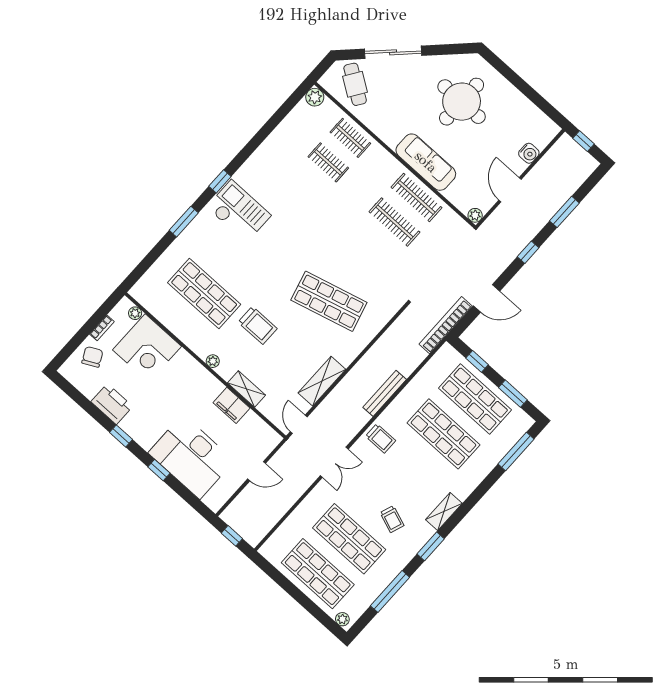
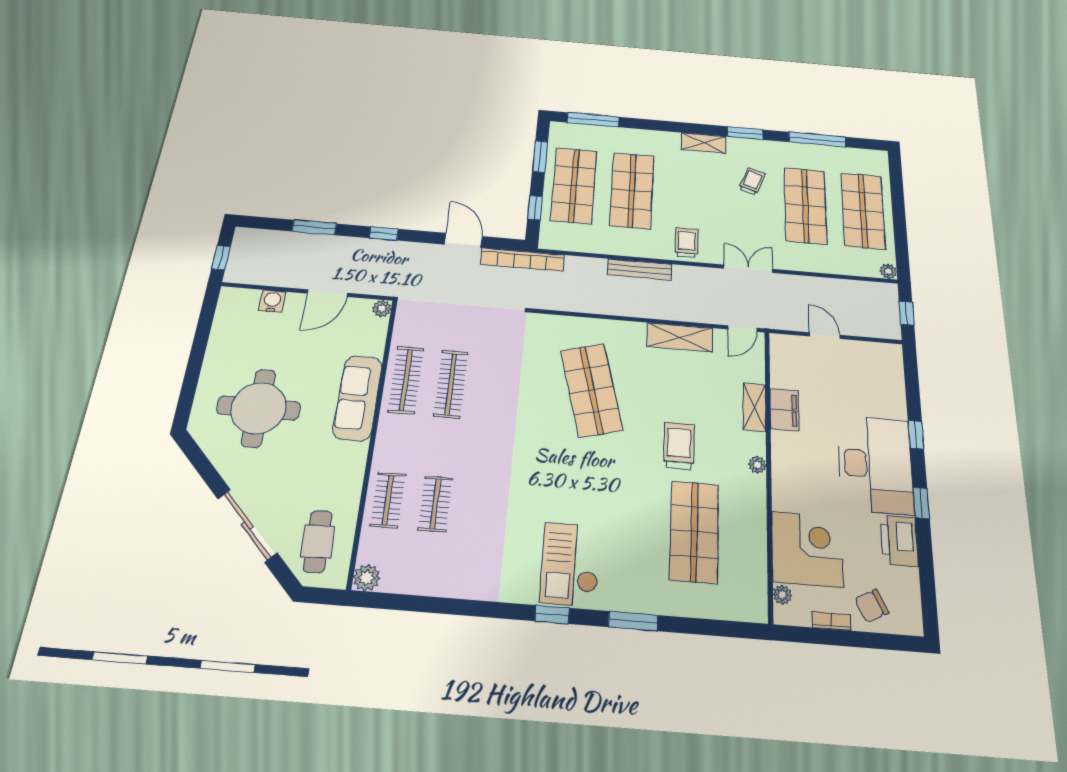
cafe table: (355, 84) -> (318, 541), turned -36
desk: (191, 457) -> (875, 464), moved
plant: (342, 619) -> (888, 271), moved

